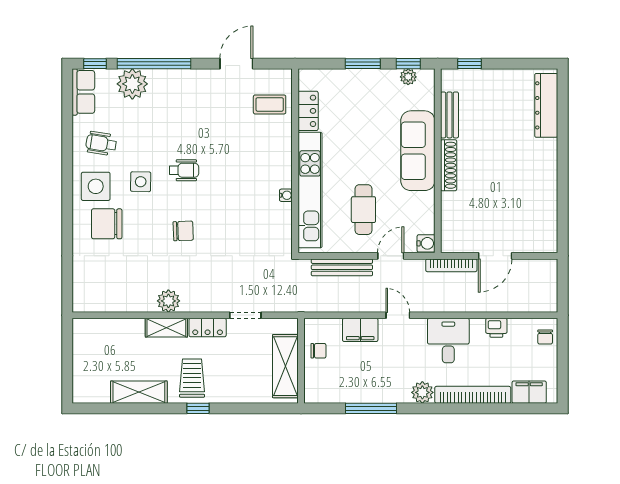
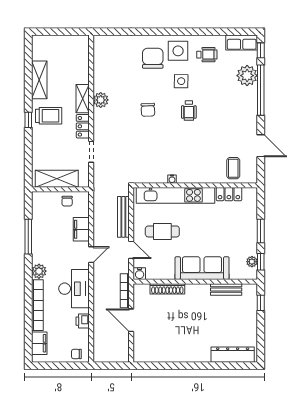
wheelchair: (101, 143) -> (207, 55), turned 81
shoe rack: (449, 165) -> (167, 289), moved
desk: (448, 341) -> (74, 289), width x1.37

